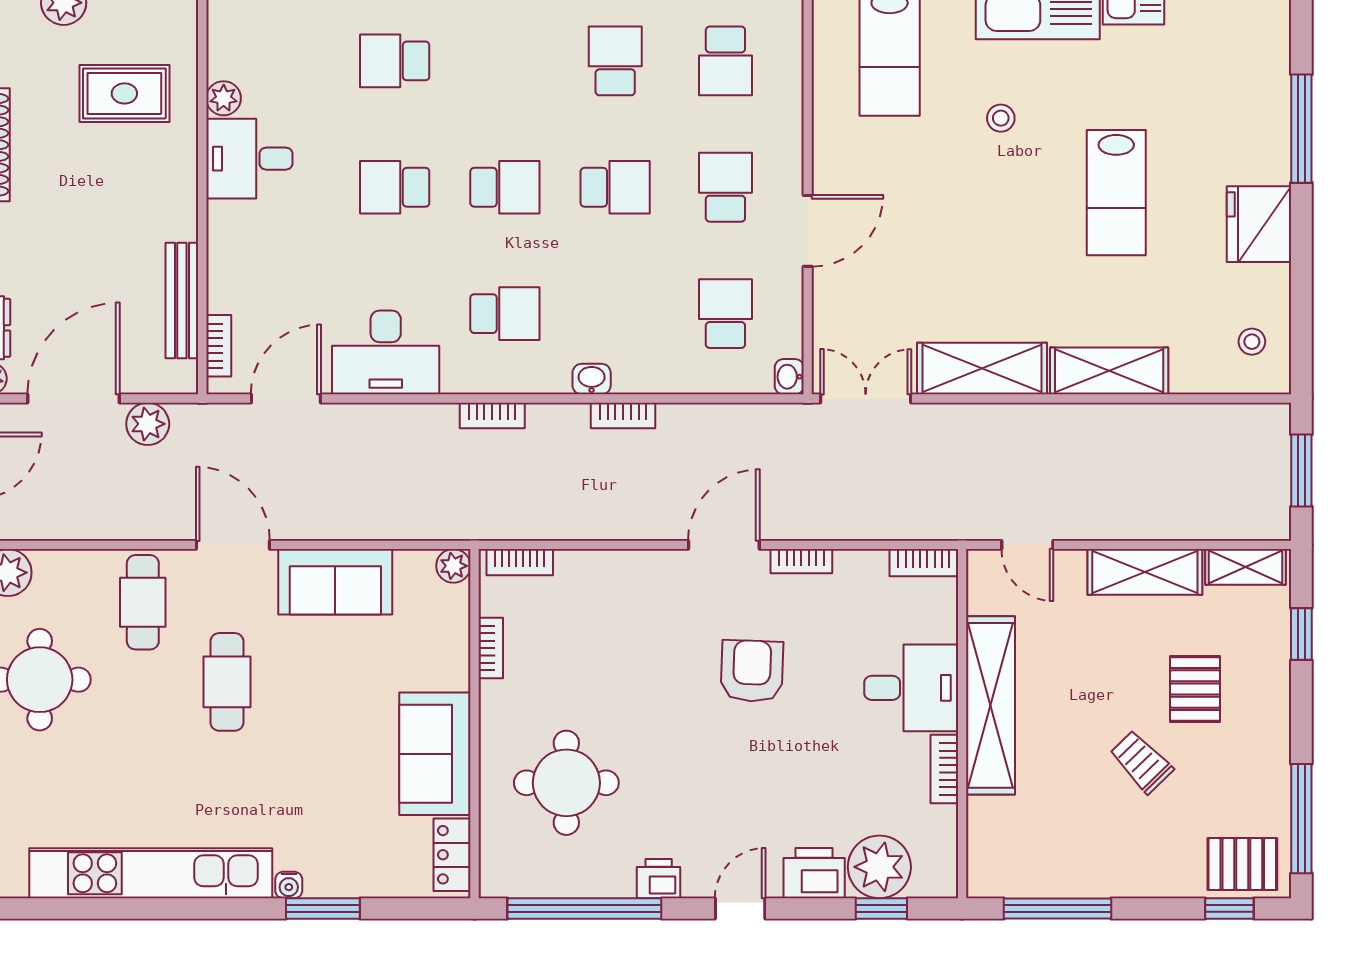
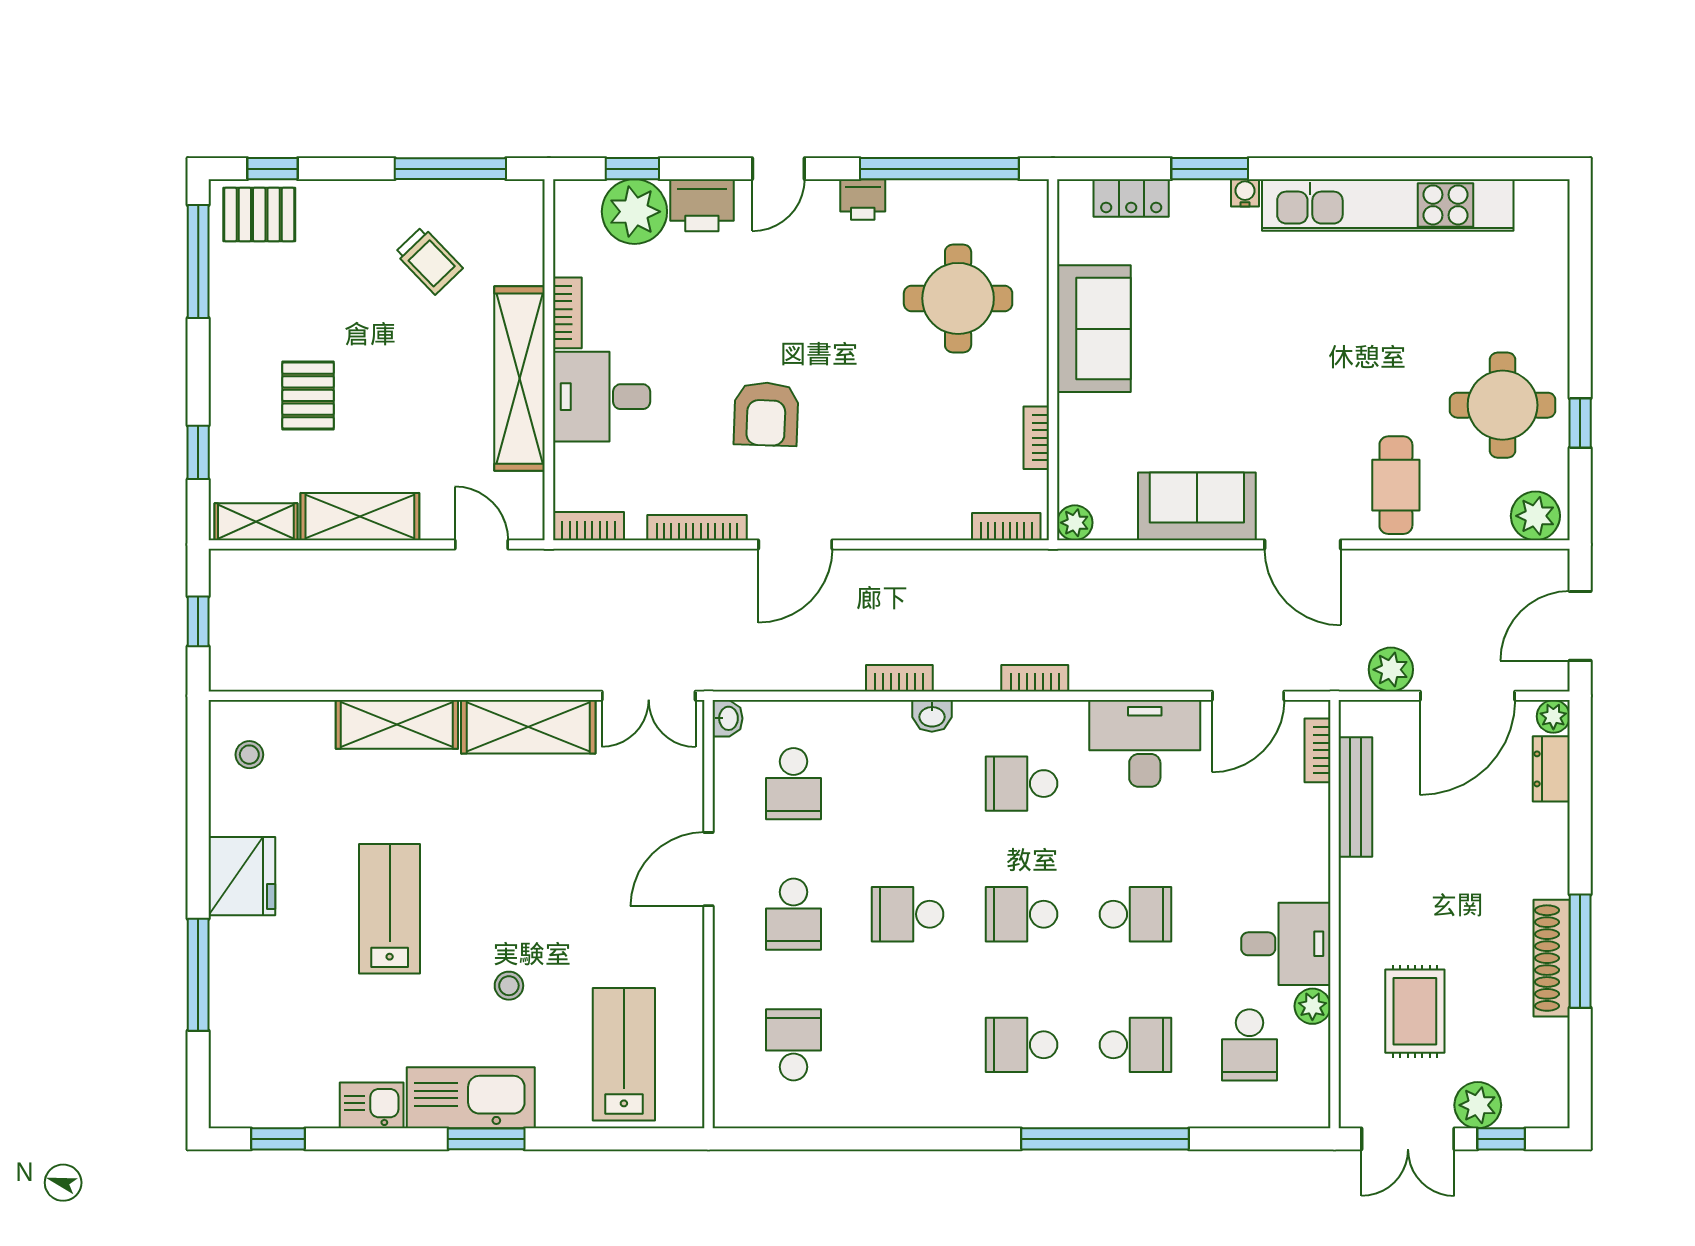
school desk: (284, 61) -> (1249, 1045), added
school desk: (615, 61) -> (1022, 1045), moved, turned 90
rug: (124, 93) -> (1415, 1011), turned 90
window: (1301, 471) -> (198, 621), width x0.67
bookcase: (801, 561) -> (697, 528), width x1.56
cafe table: (227, 682) -> (1309, 403), removed
trolley: (1141, 762) -> (429, 260), moved
locker: (452, 855) -> (1131, 198), moved, turned 90

